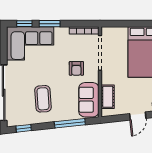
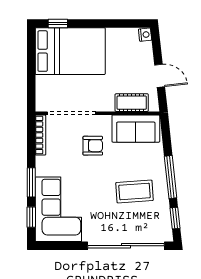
door: (138, 116) -> (160, 76), moved
window: (70, 123) -> (171, 177), moved

